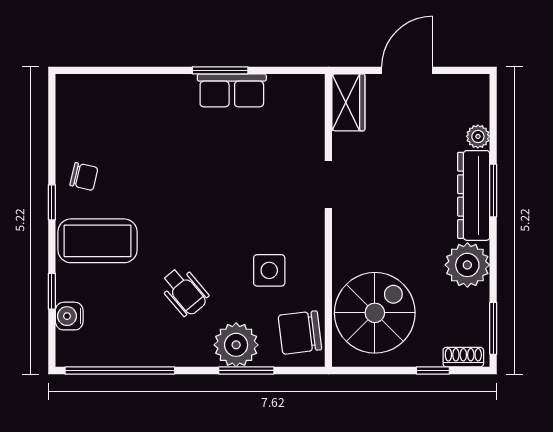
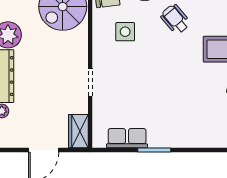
row of seats: (232, 90) -> (127, 138), moved

